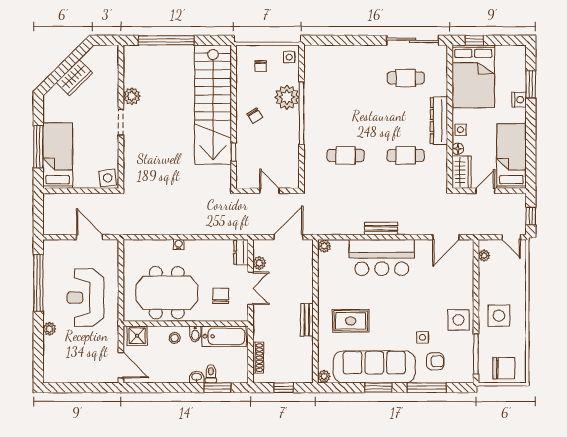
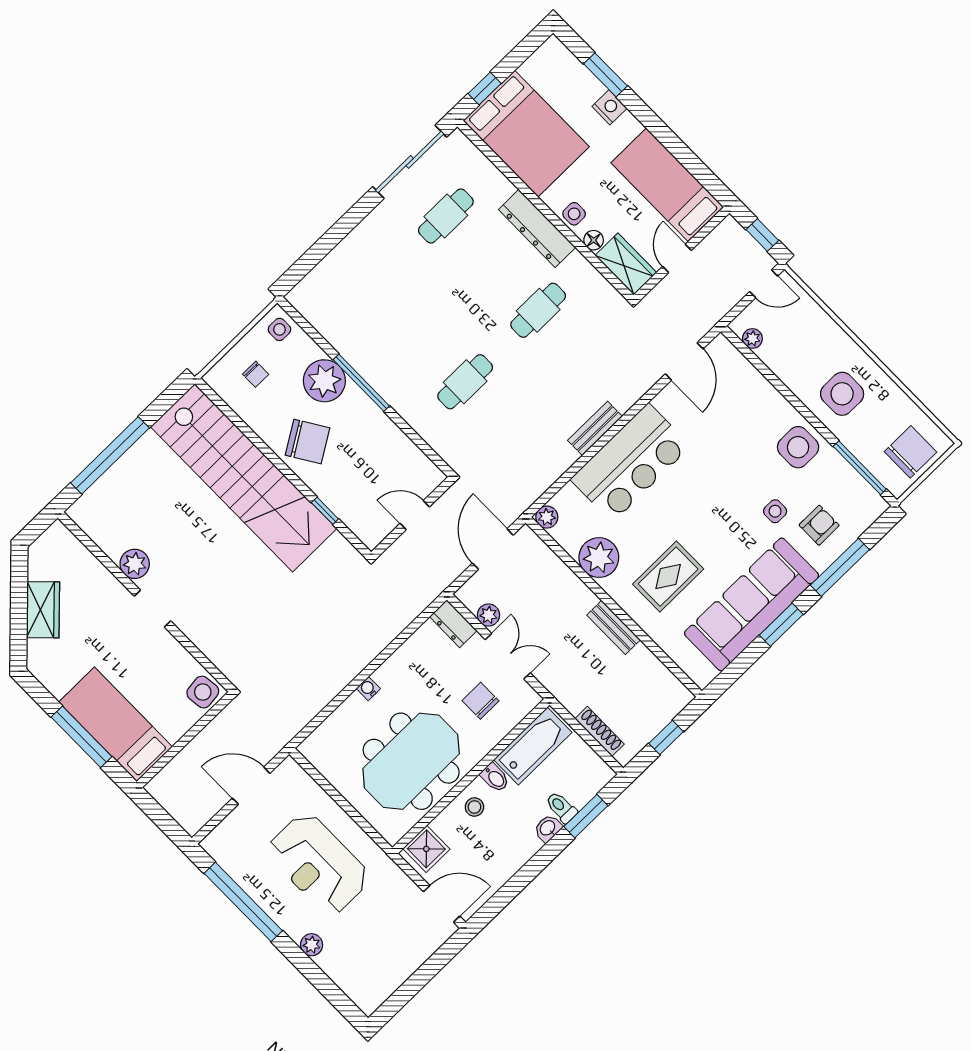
window: (302, 113) -> (361, 383), width x0.68
chair: (255, 116) -> (308, 442), width x1.87, depth x1.87
plant: (324, 376) -> (599, 558), moved, width x1.88, depth x1.88

